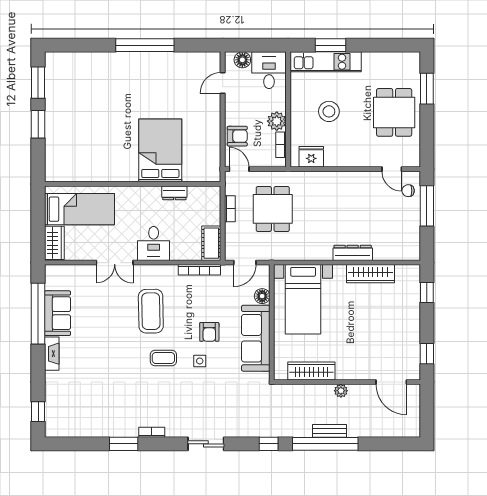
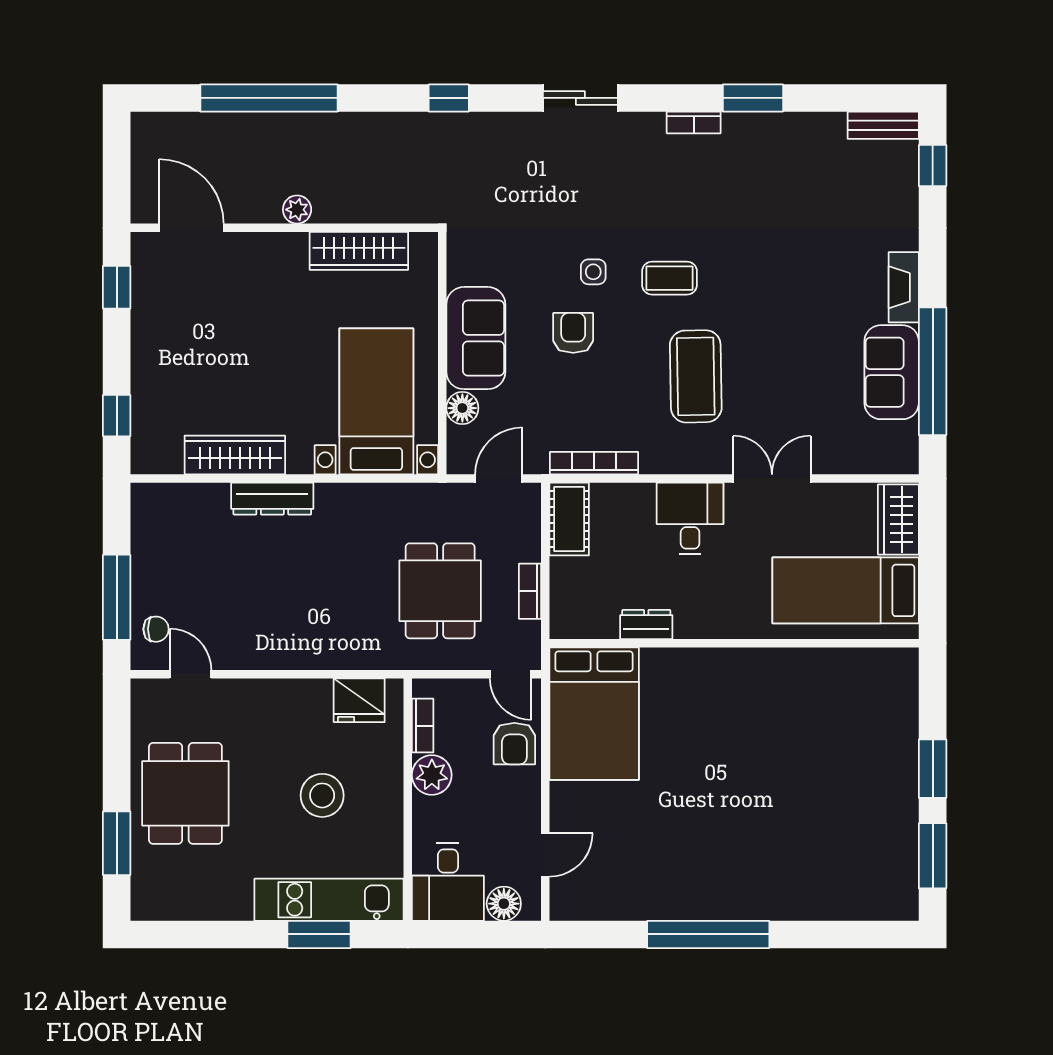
armchair: (237, 136) -> (514, 744), turned -90
bed: (160, 150) -> (594, 714), moved
sofa: (256, 338) -> (476, 338), width x0.73
bench: (330, 431) -> (883, 125), moved
window: (325, 444) -> (269, 98), moved

